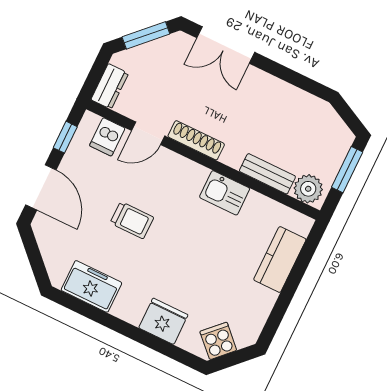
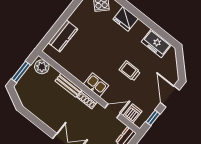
shoe rack: (196, 140) -> (87, 100), width x0.70
bench: (267, 174) -> (68, 85), moved
kitchen sink: (225, 193) -> (96, 85), moved

